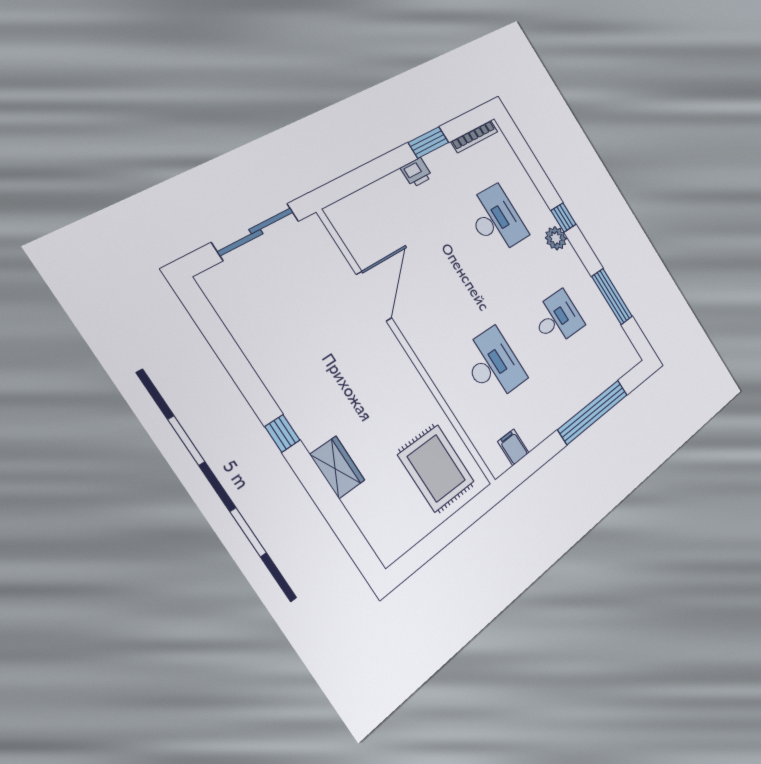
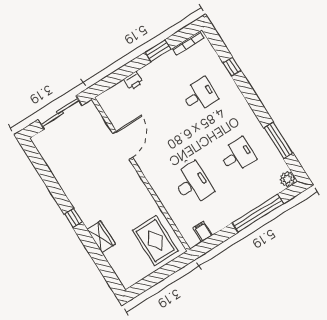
printer: (416, 172) -> (133, 81), moved
window: (563, 217) -> (232, 67), moved
desk: (496, 220) -> (200, 95), width x0.73
plant: (556, 238) -> (287, 179), moved

